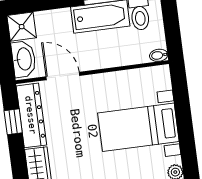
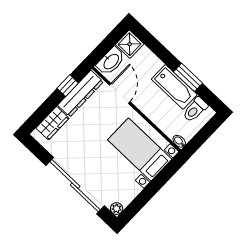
bed with nightstands: (138, 127) -> (140, 149), moved

